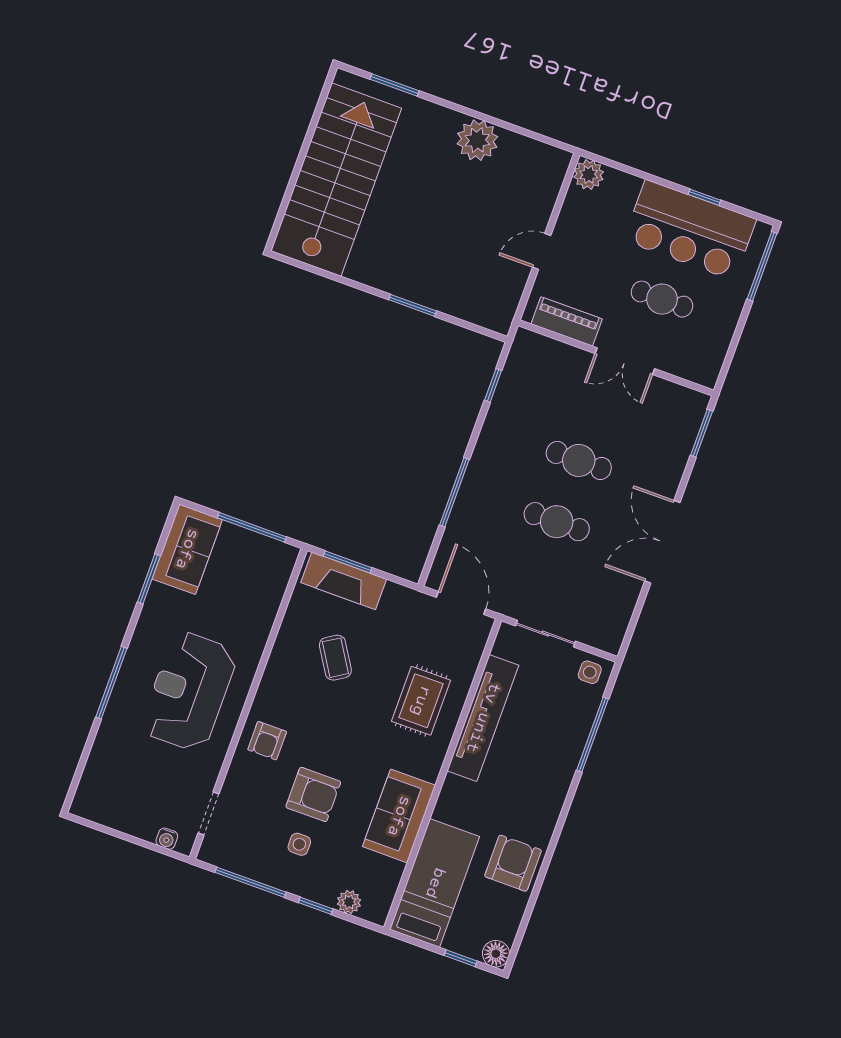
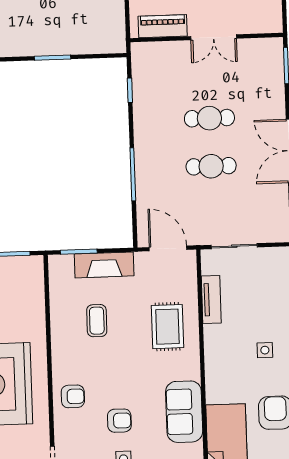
fireplace: (344, 581) -> (104, 265), moved
coffee table: (335, 658) -> (97, 321), turned 32
side table: (590, 672) -> (265, 350), moved
tv unit: (483, 718) -> (211, 300), width x0.52, depth x0.78
armchair: (267, 741) -> (73, 396), turned -90
armchair: (313, 794) -> (119, 421), width x0.72, depth x0.72

